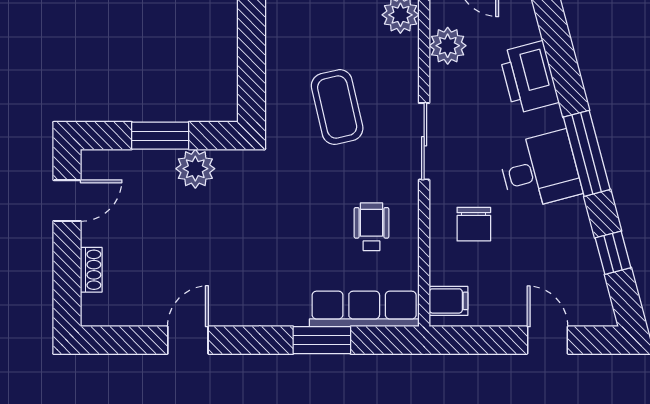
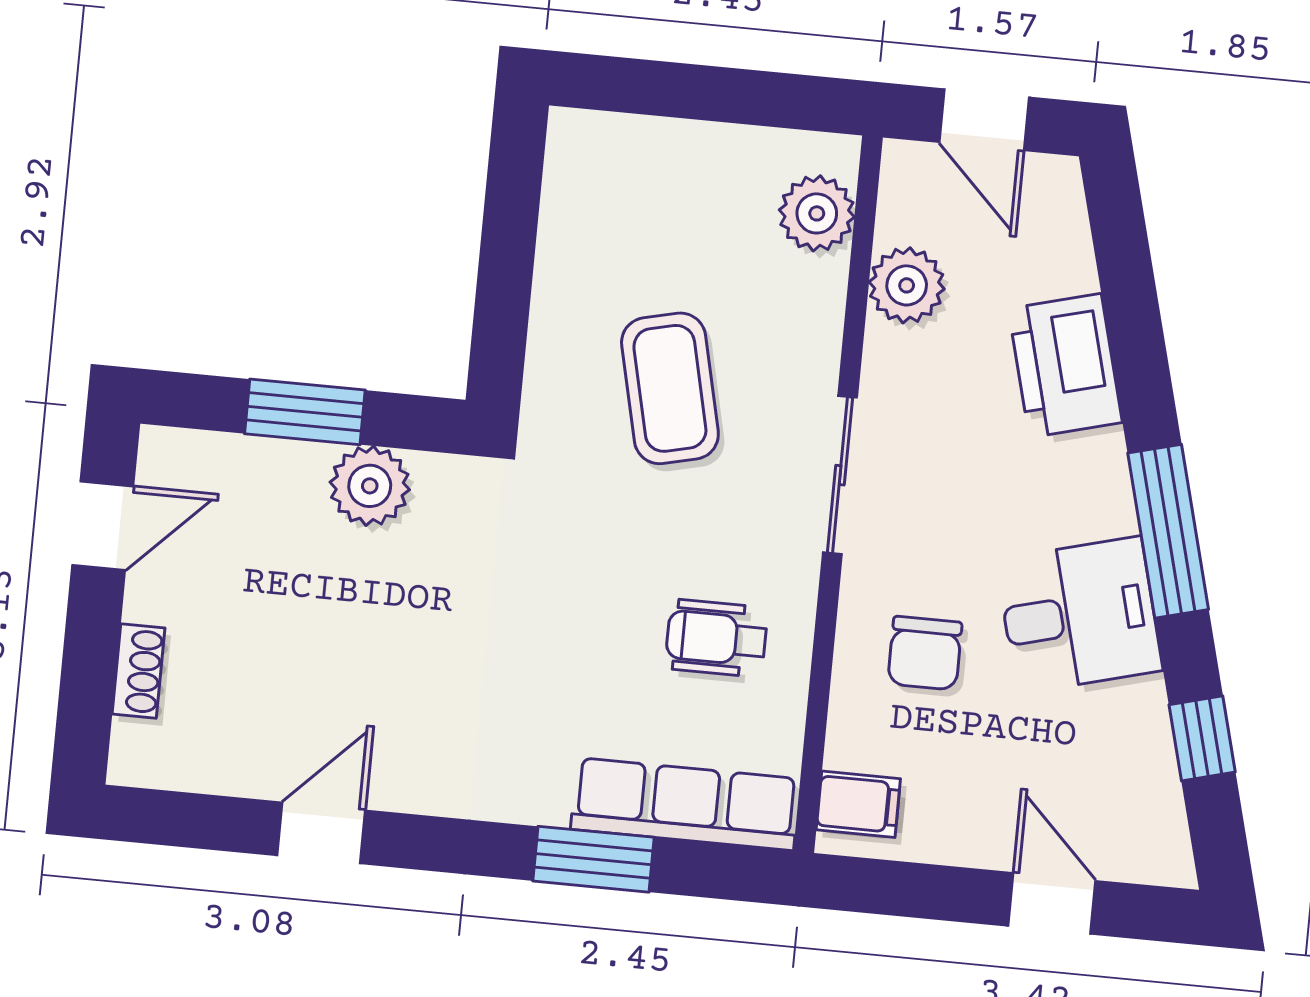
desk: (540, 170) -> (1079, 615), moved
wheelchair: (371, 227) -> (716, 638), turned -90

